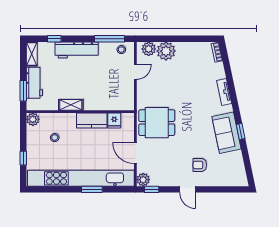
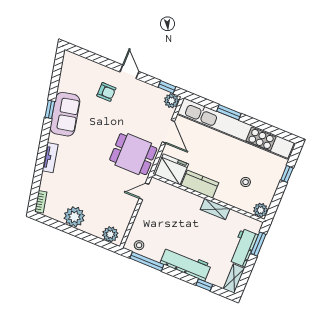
plant: (166, 51) -> (74, 217), moved
door: (135, 72) -> (144, 191), moved
fridge: (114, 121) -> (172, 169), width x1.88, depth x1.34

